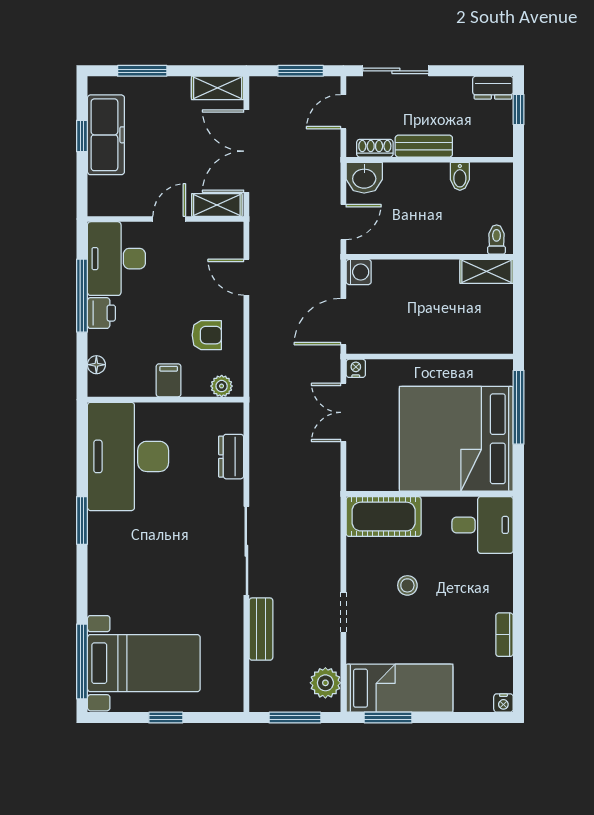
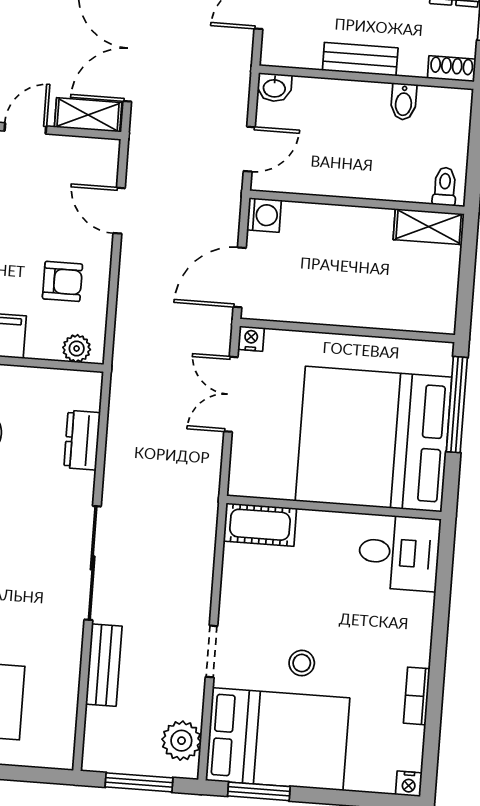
shoe rack: (375, 148) -> (452, 69), moved
washbasin: (364, 178) -> (274, 88), width x0.72, depth x0.69
cot: (384, 517) -> (260, 525), width x0.73, depth x0.75
stool: (407, 585) -> (302, 663), moved
bed: (399, 688) -> (278, 739), width x1.50

